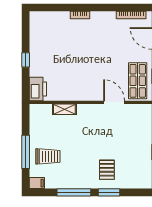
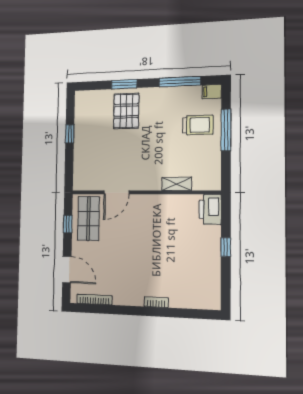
door: (114, 102) -> (117, 192), hinge flipped
trolley: (48, 156) -> (198, 125), turned 180
pallet: (107, 170) -> (126, 111), width x1.50, depth x1.42
window: (74, 192) -> (180, 82), moved

